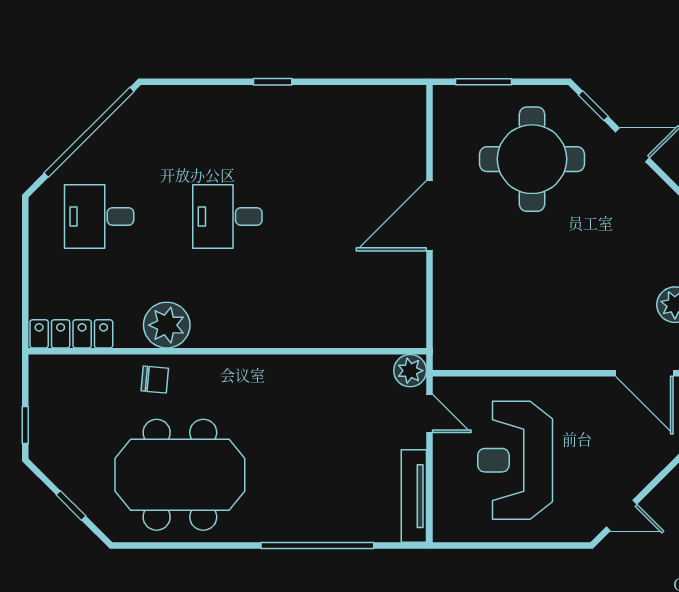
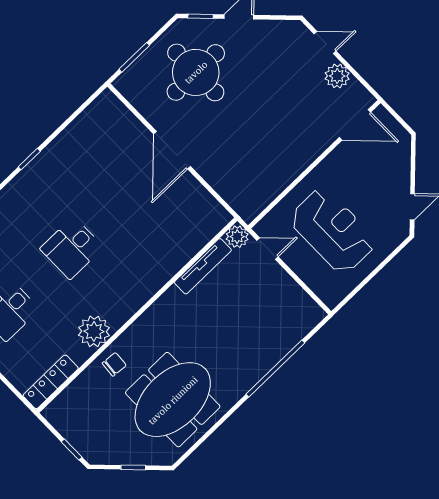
reception desk: (515, 460) -> (333, 231), turned 180
tv unit: (414, 496) -> (203, 266), moved, turned -90

